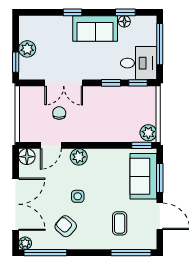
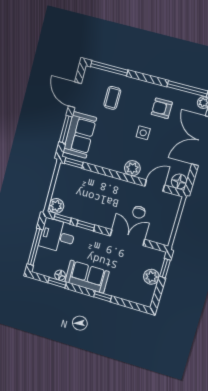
plant: (148, 133) -> (56, 206), moved
armchair: (66, 226) -> (162, 108), turned 138

